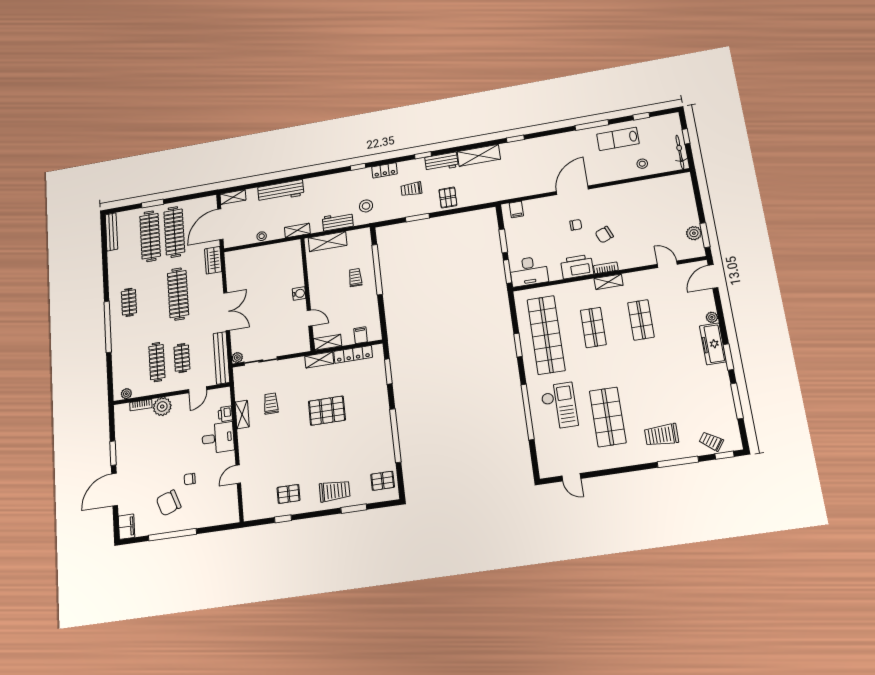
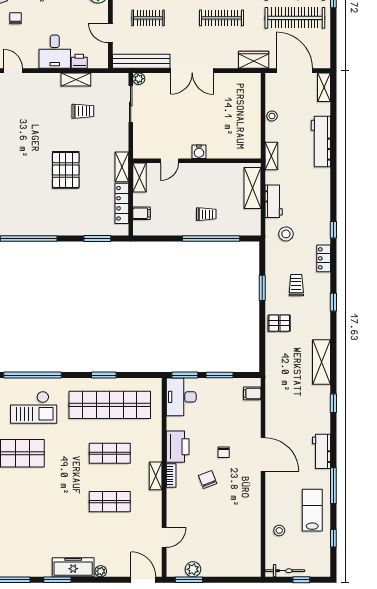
workbench: (441, 162) -> (322, 451), moved
clothes rail: (178, 294) -> (222, 18), width x0.73, depth x0.76

